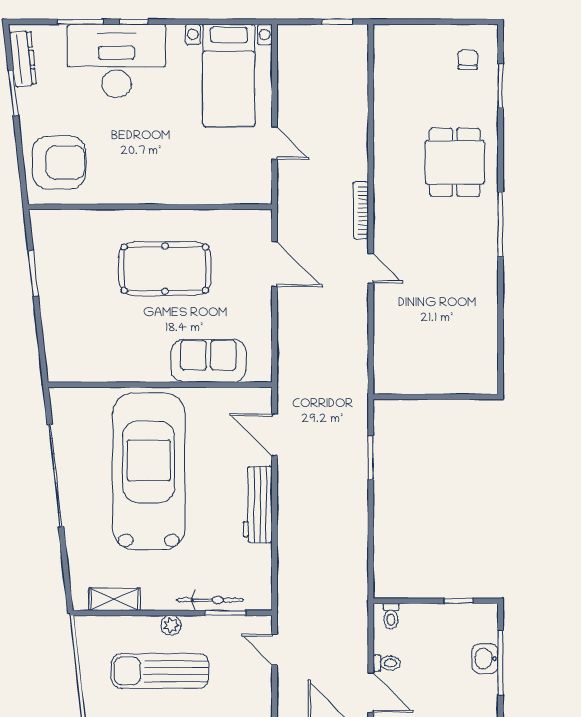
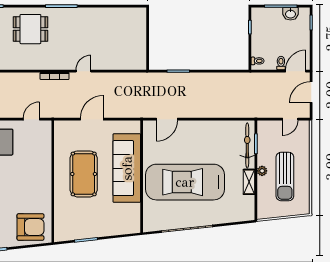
door: (275, 143) -> (31, 119), moved
armchair: (59, 162) -> (30, 227), turned 90
door: (275, 264) -> (92, 119), moved
sofa: (208, 361) -> (127, 168), width x1.85, depth x1.27
workbench: (258, 505) -> (202, 128), removed
shelving: (114, 599) -> (249, 182), moved
bicycle: (210, 600) -> (247, 145), width x1.37, depth x1.40
door: (275, 650) -> (290, 119), moved
washbasin: (485, 659) -> (290, 14), moved

